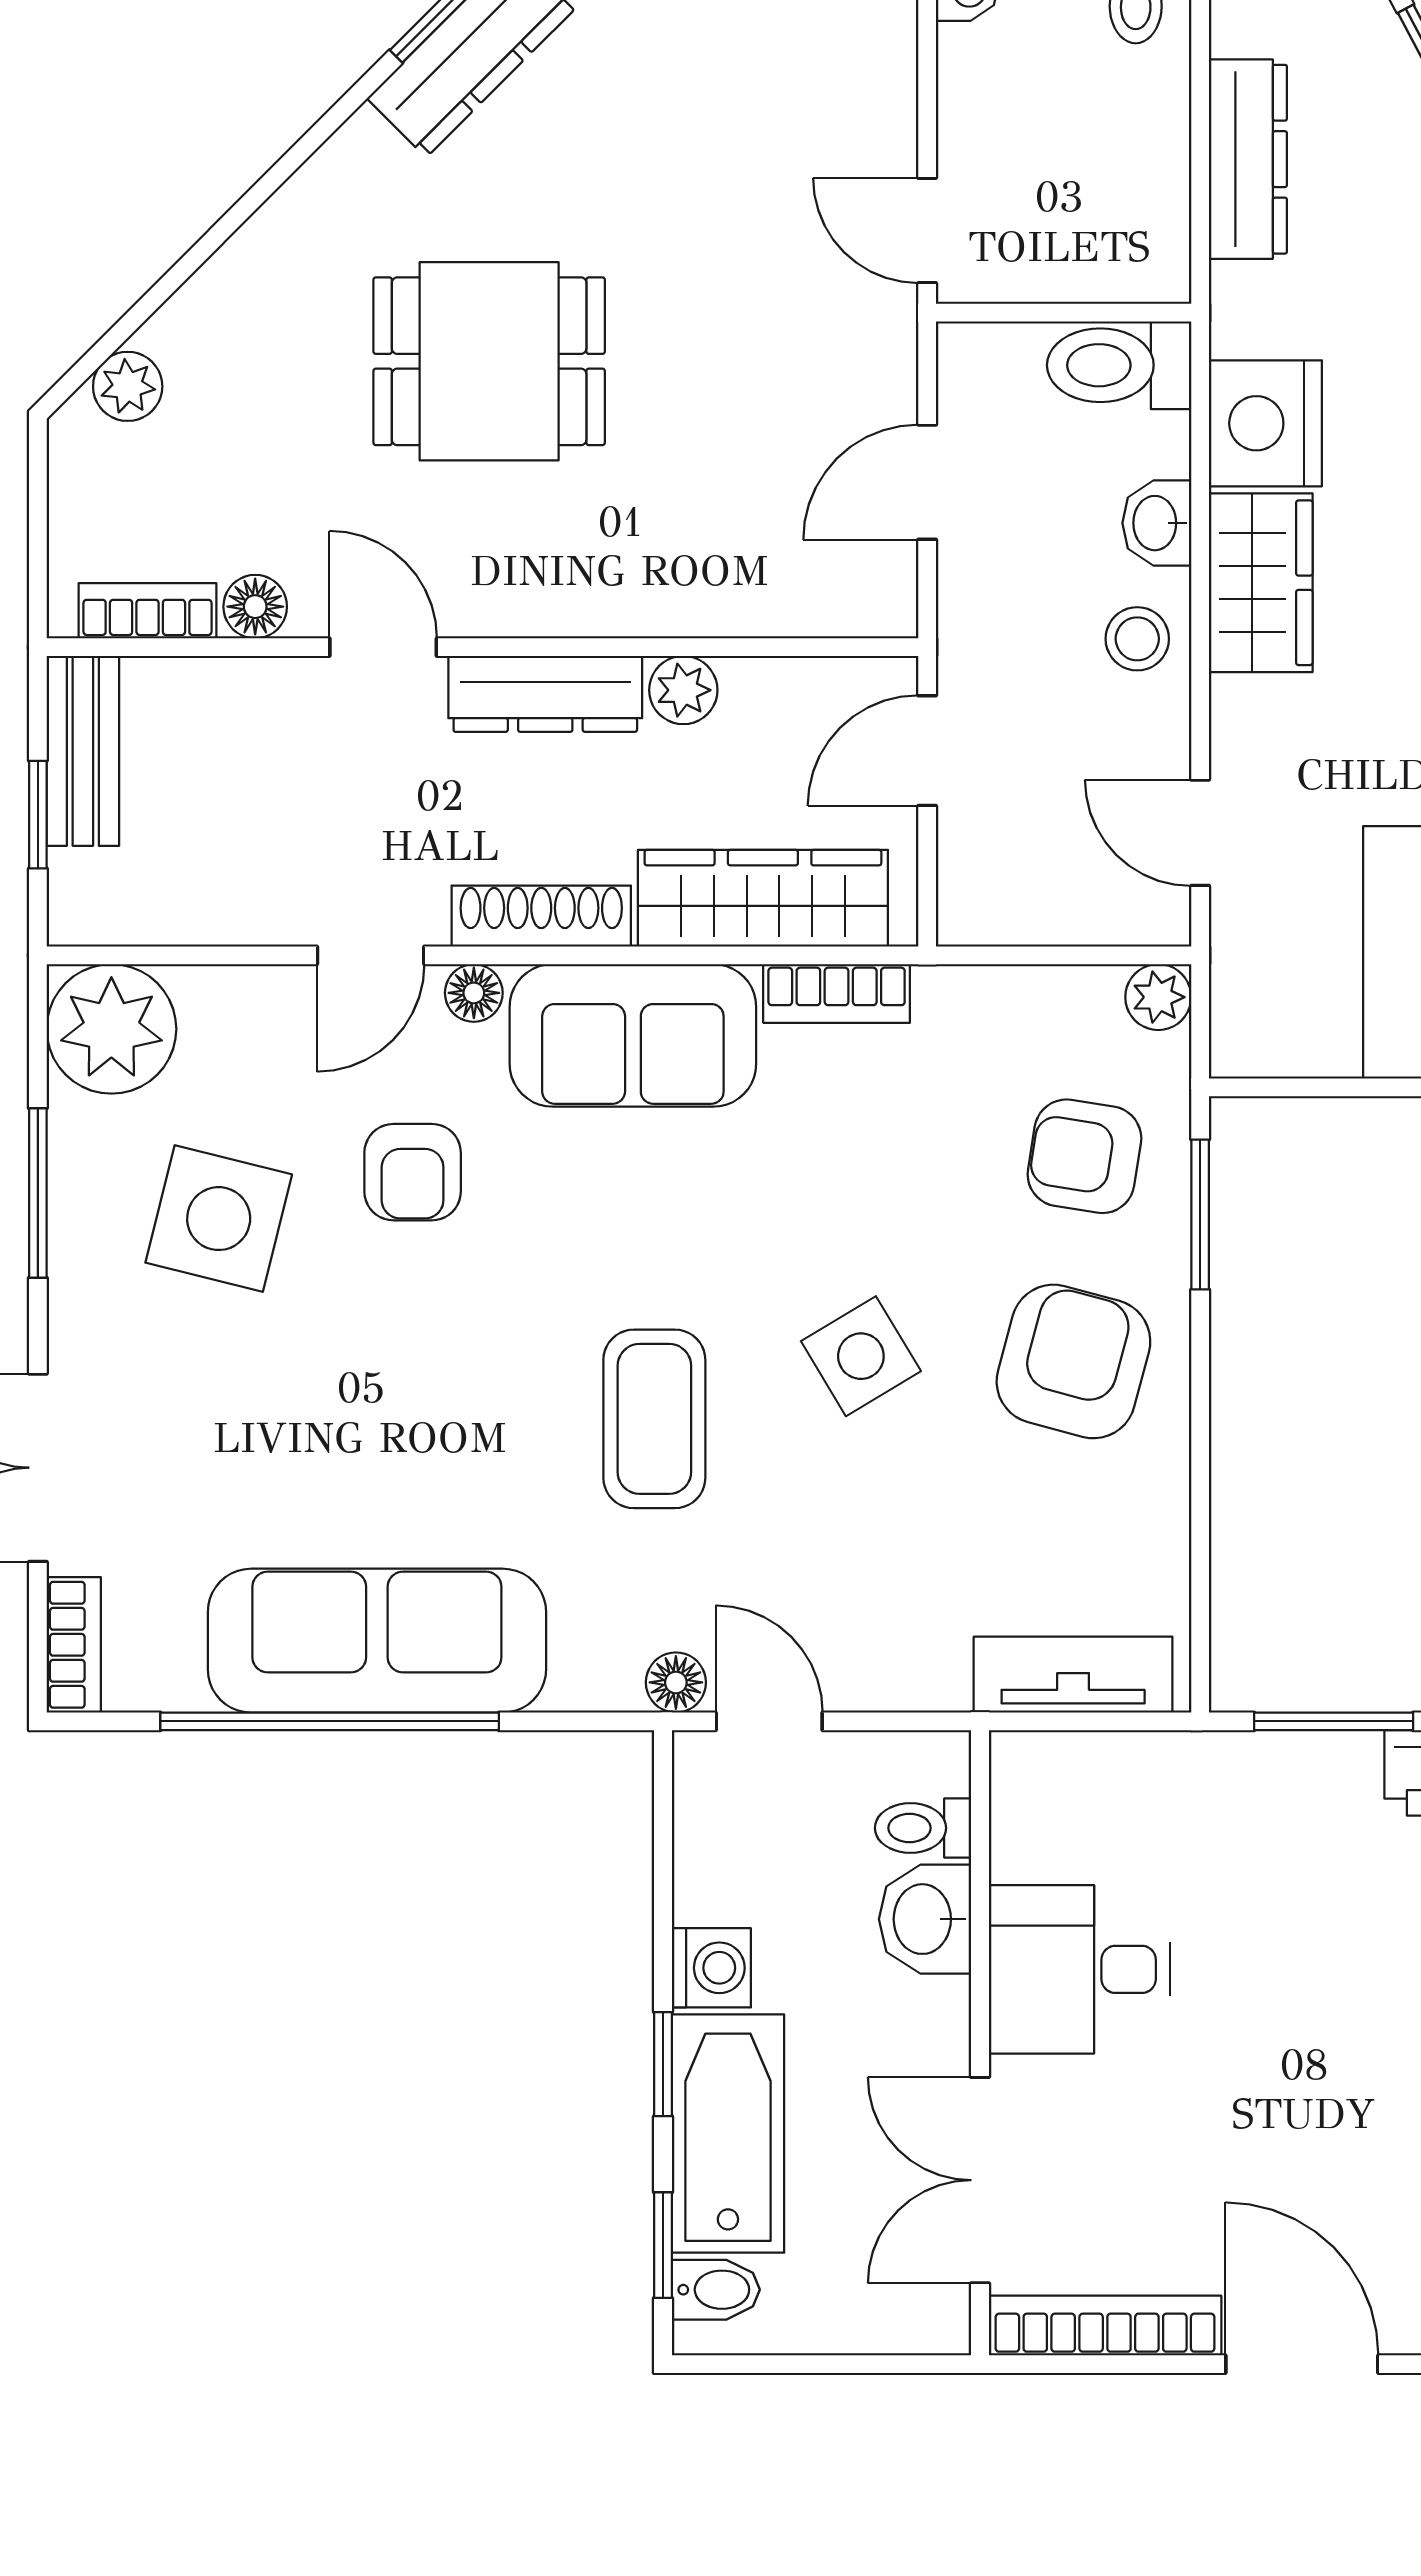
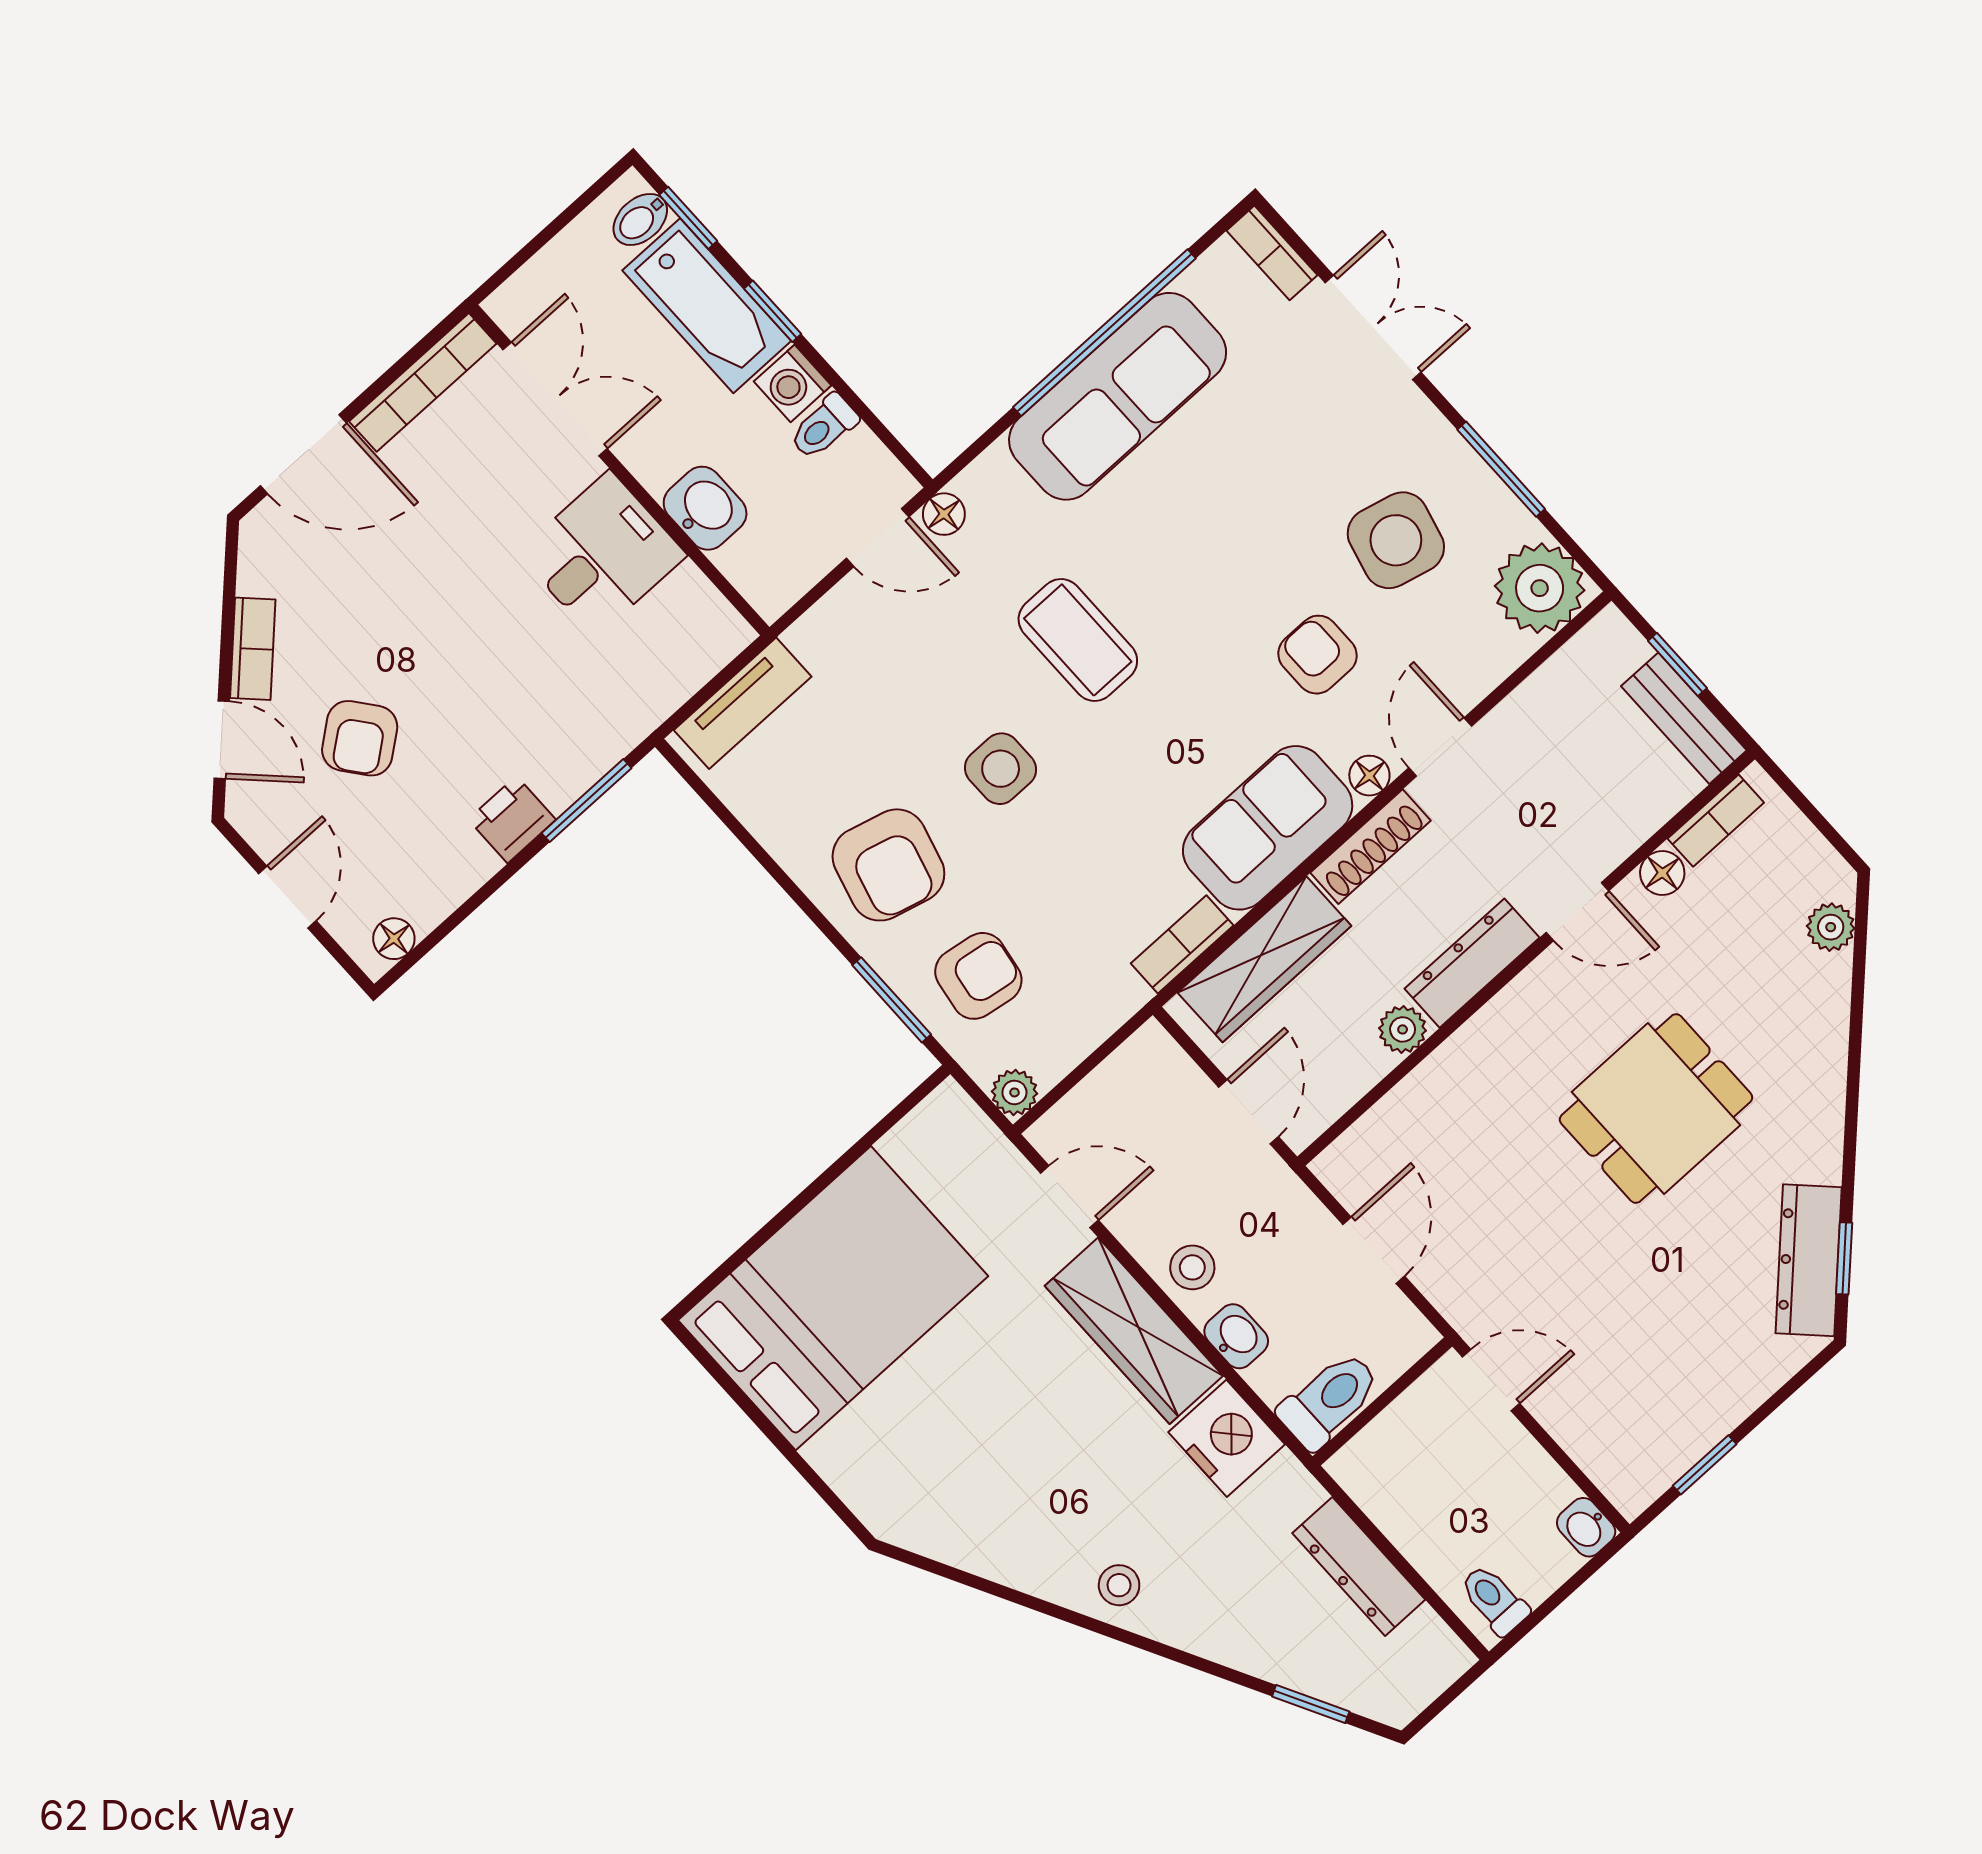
wardrobe: (1261, 583) -> (1134, 1331), width x1.50
side table: (861, 1356) -> (1001, 769), turned 31
toilet: (923, 1828) -> (824, 427), moved, turned 180

